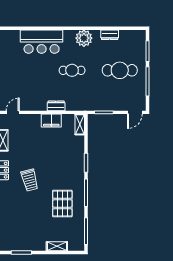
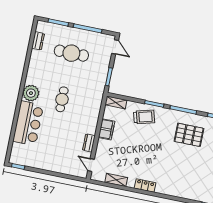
dresser: (110, 35) -> (38, 41), moved
plant: (84, 38) -> (31, 93), moved
cafe table: (120, 70) -> (71, 53), turned 90
dresser: (56, 106) -> (89, 143), moved
trolley: (30, 180) -> (144, 117), moved

